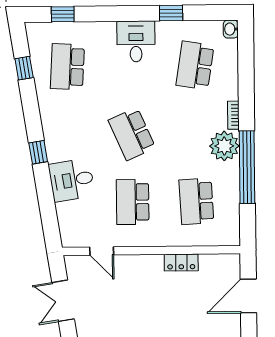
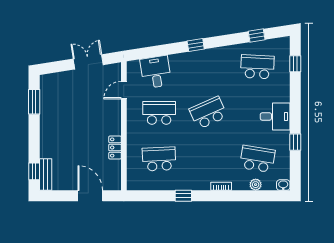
plant: (224, 146) -> (256, 185), moved, width x0.53, depth x0.53
window: (247, 167) -> (183, 196), width x0.32
desk: (72, 180) -> (156, 72), moved

